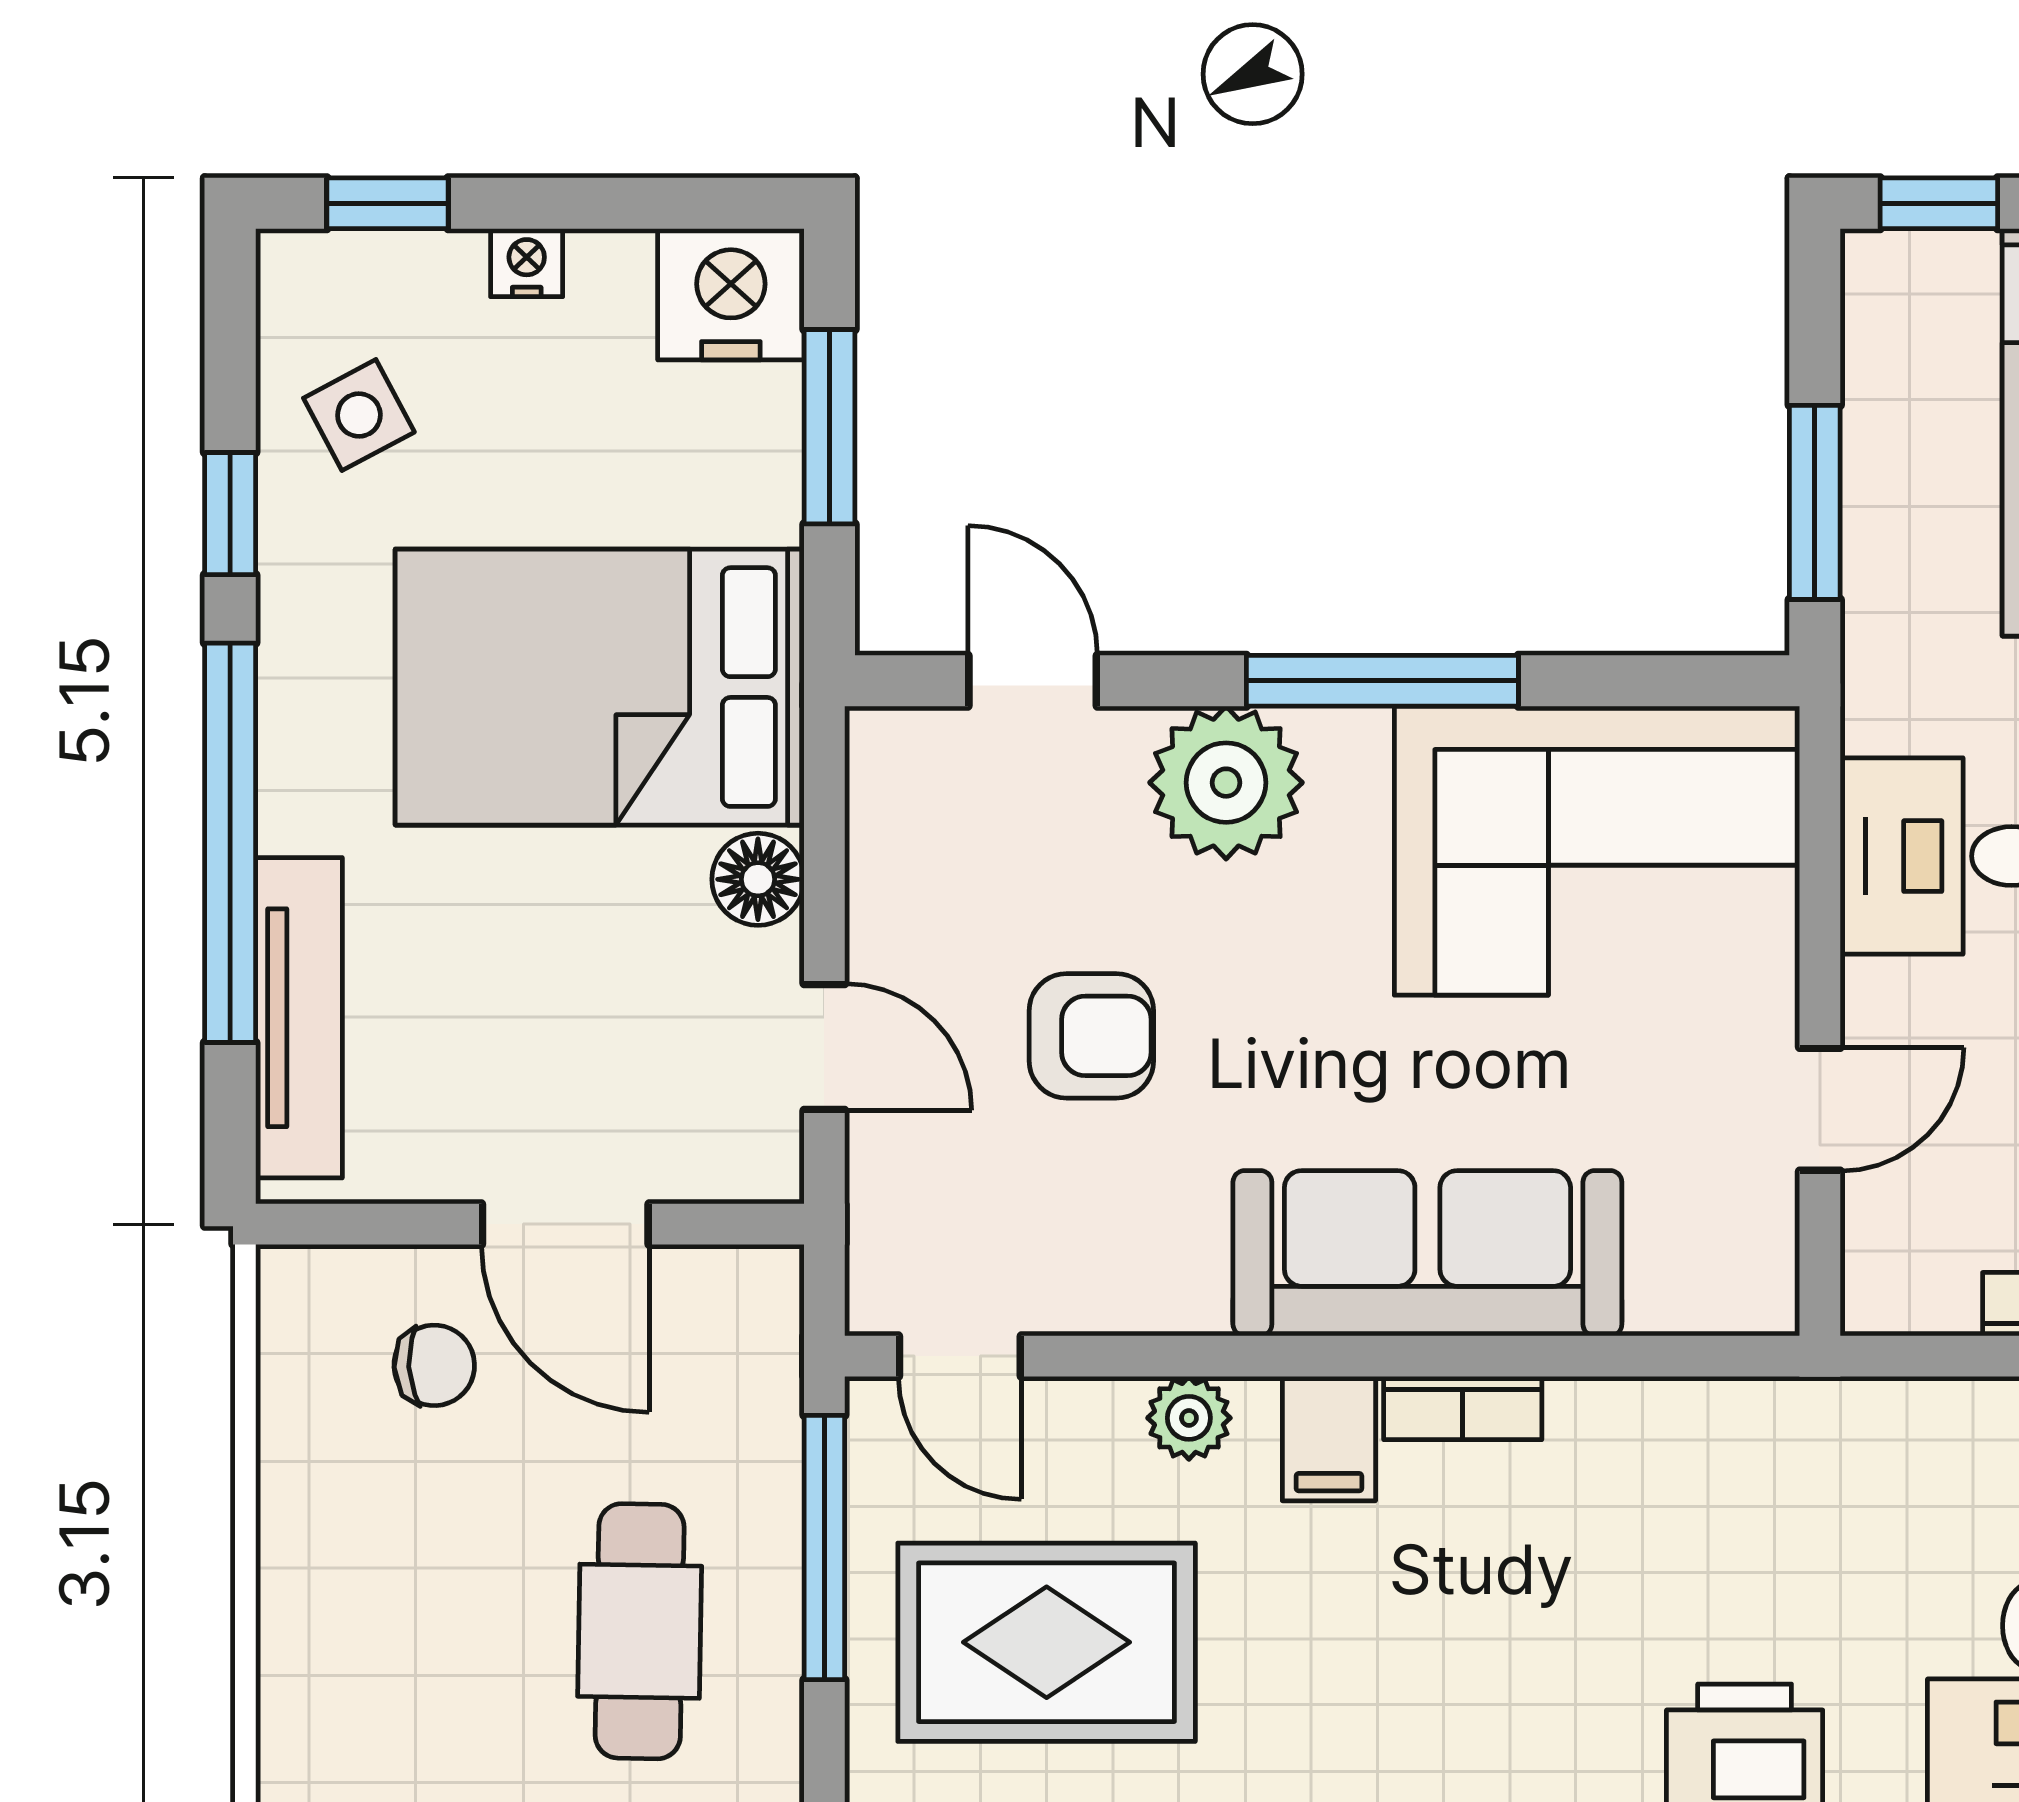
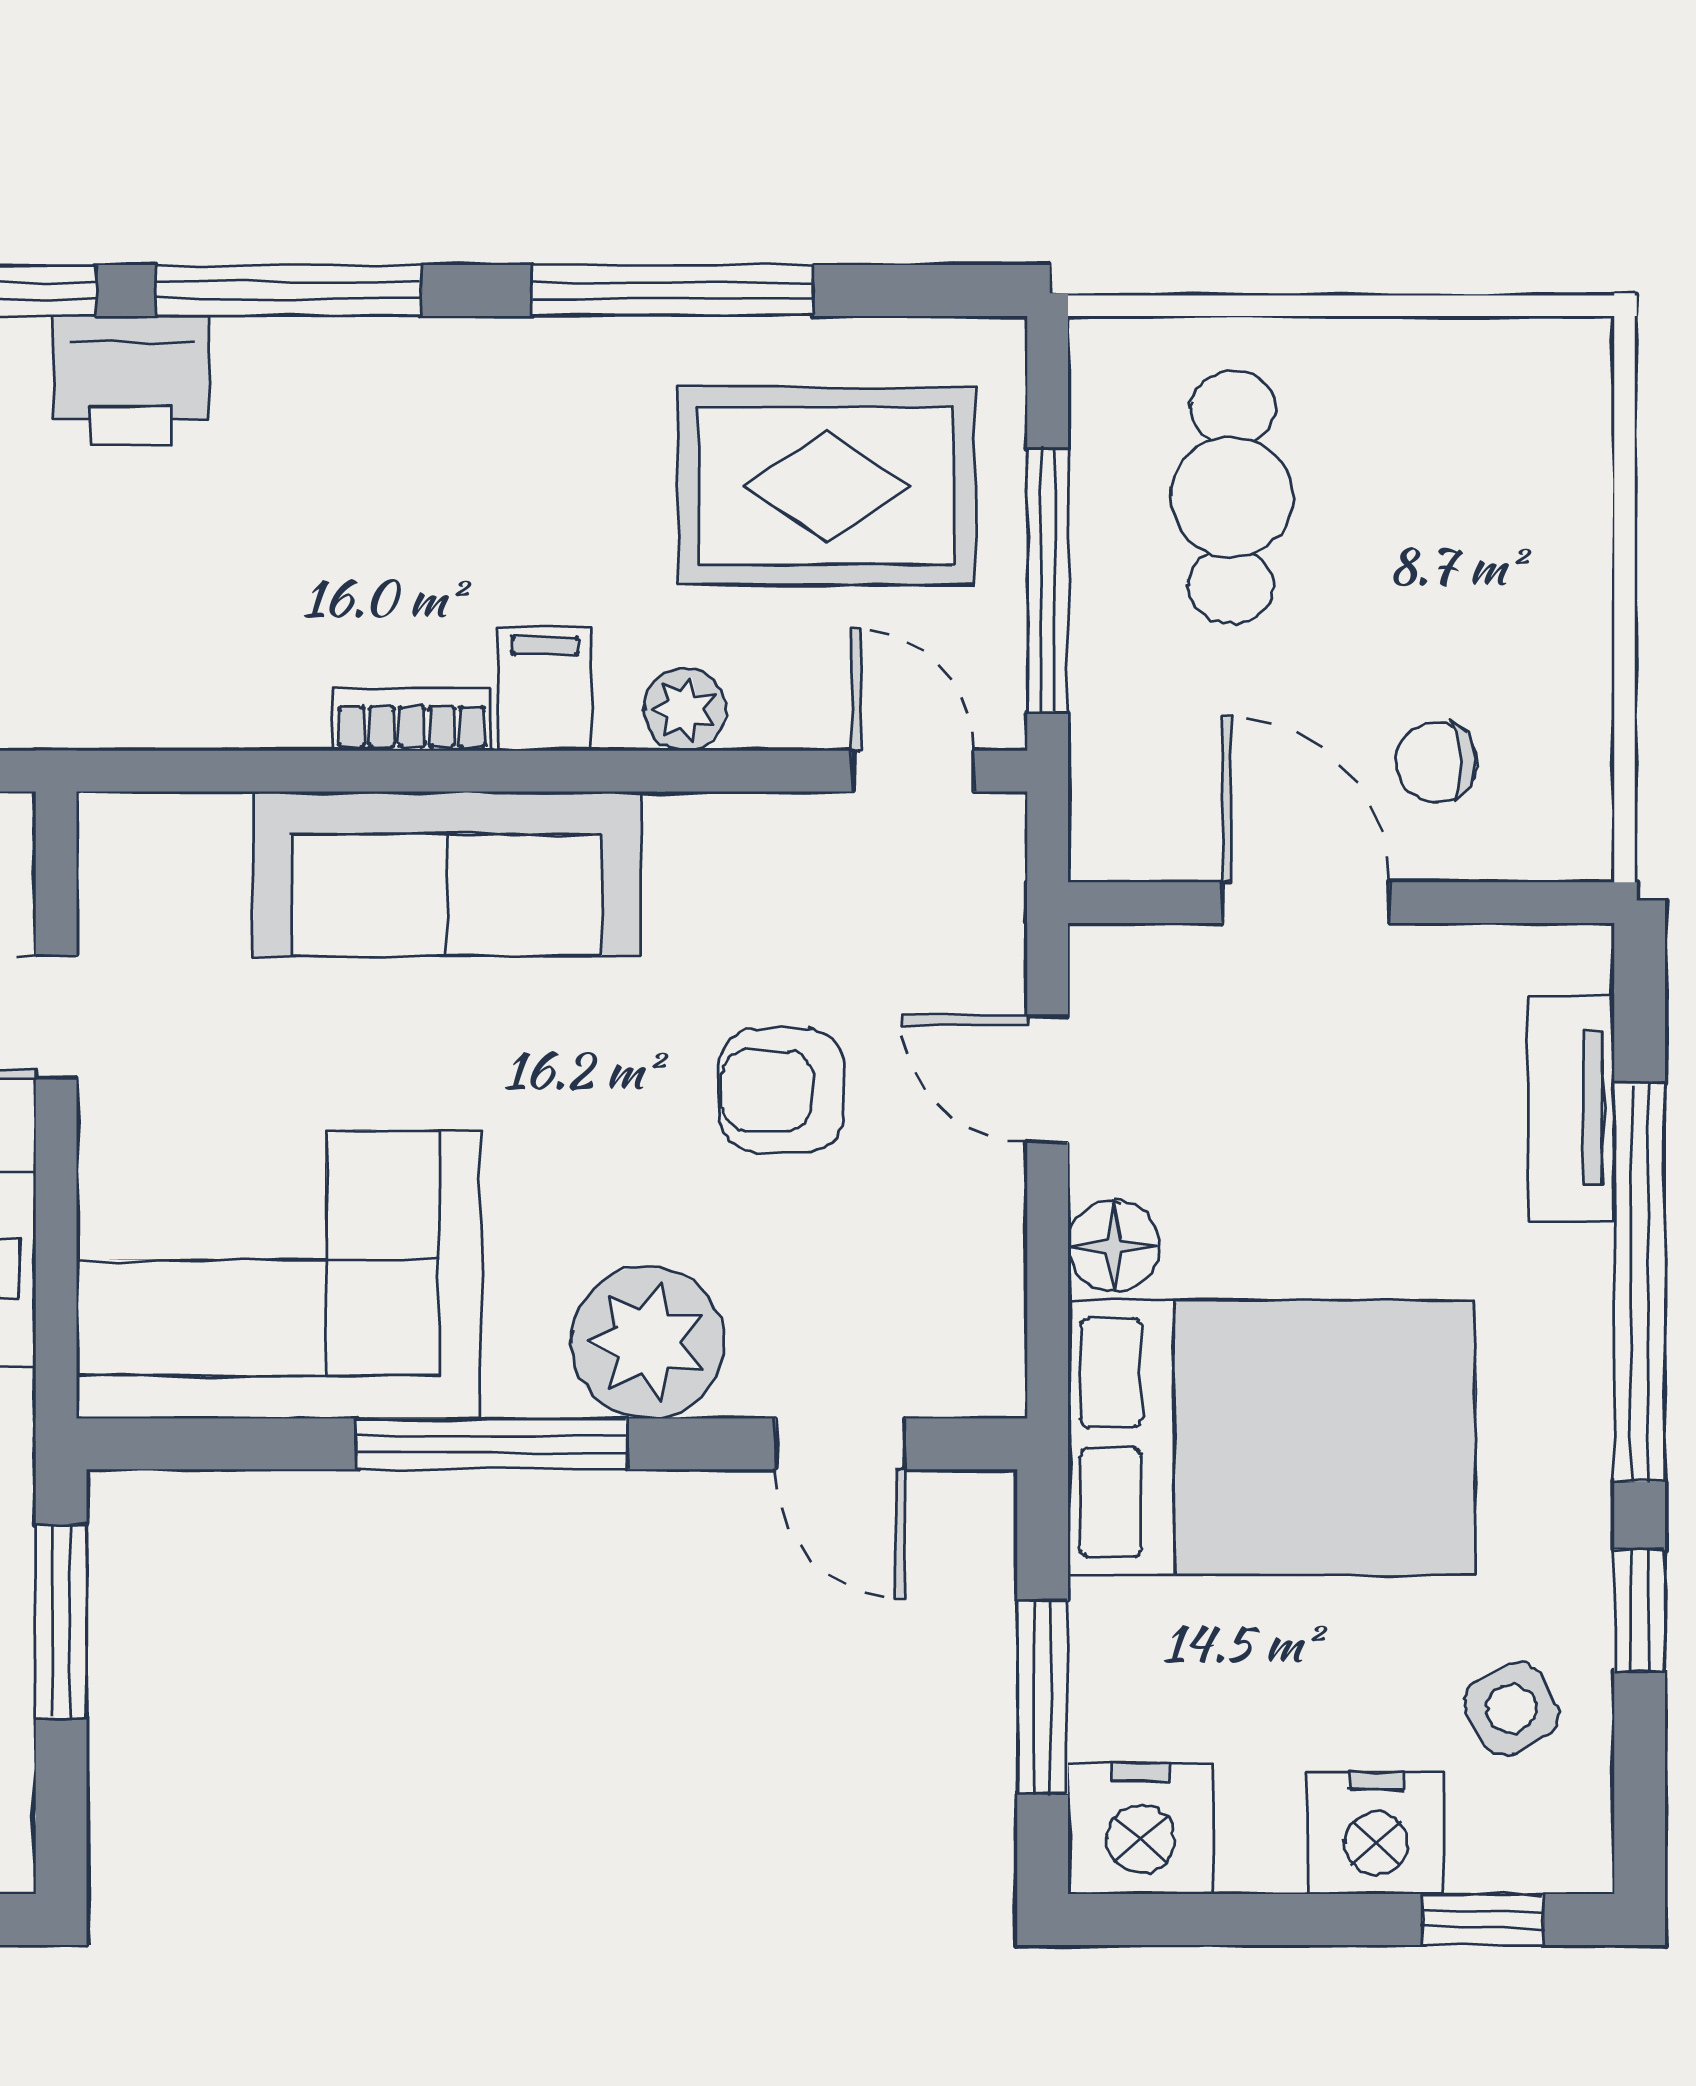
nightstand: (527, 263) -> (1376, 1833), width x1.89, depth x1.79
tv unit: (299, 1018) -> (1571, 1108), width x0.71

